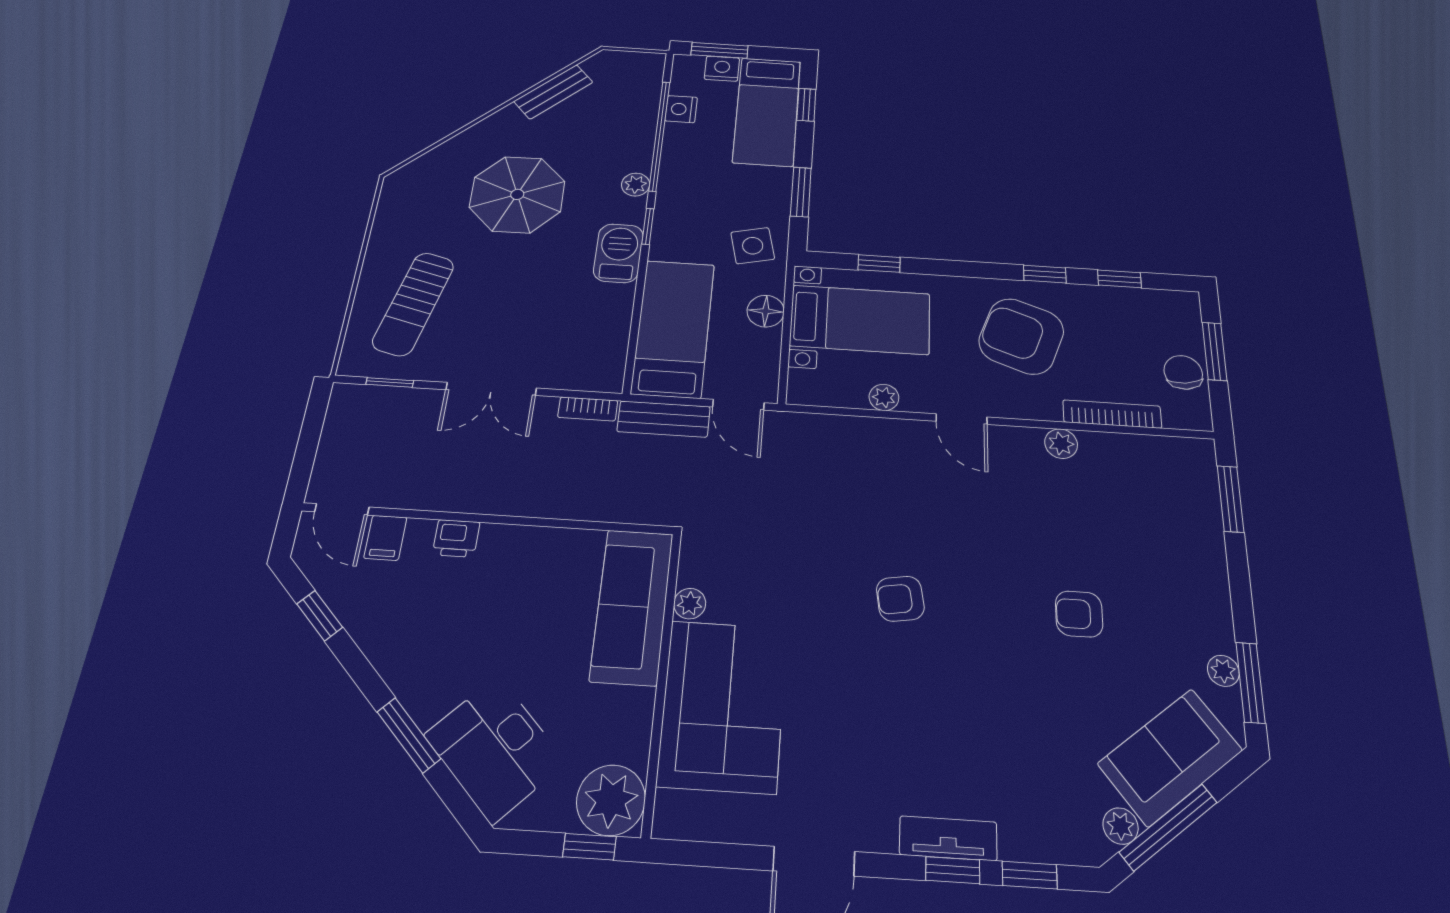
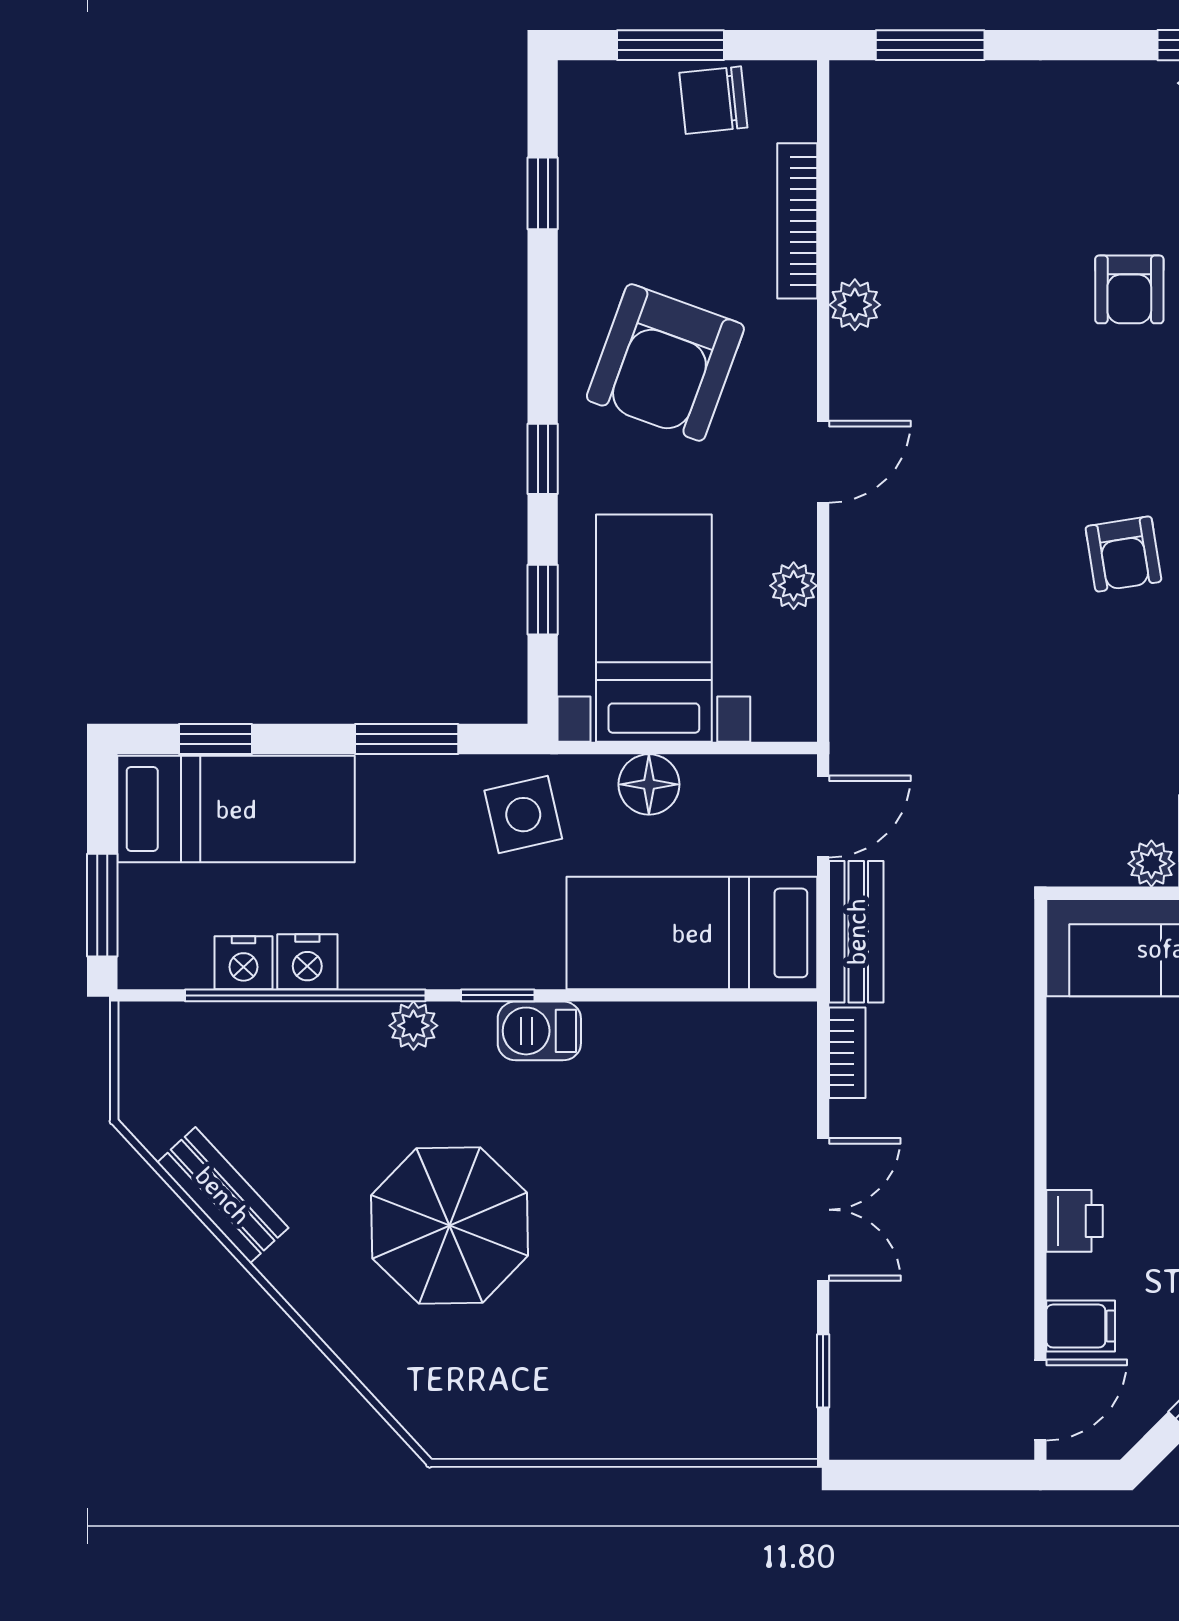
nightstand: (722, 69) -> (307, 962), moved, turned -90
barbecue: (618, 253) -> (539, 1031), width x0.73, depth x0.79
window: (1045, 274) -> (543, 459), moved
sun lounger: (413, 304) -> (678, 1361), removed

